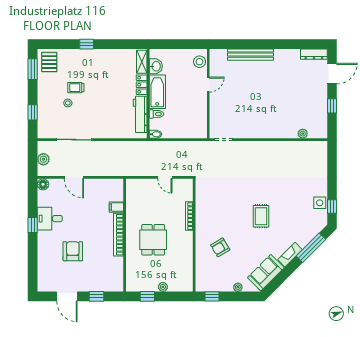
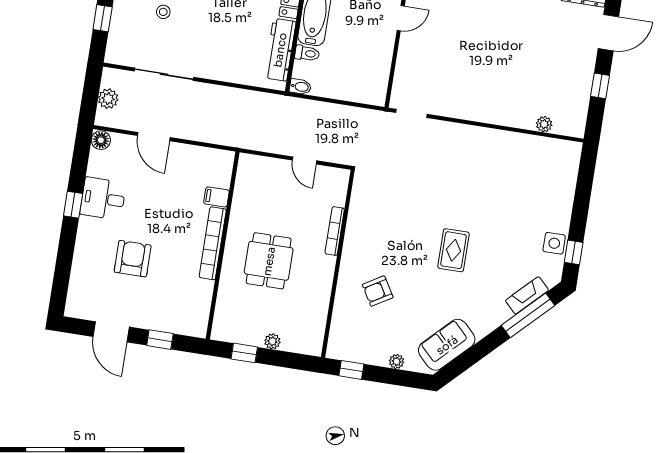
fireplace: (290, 255) -> (527, 295), moved

